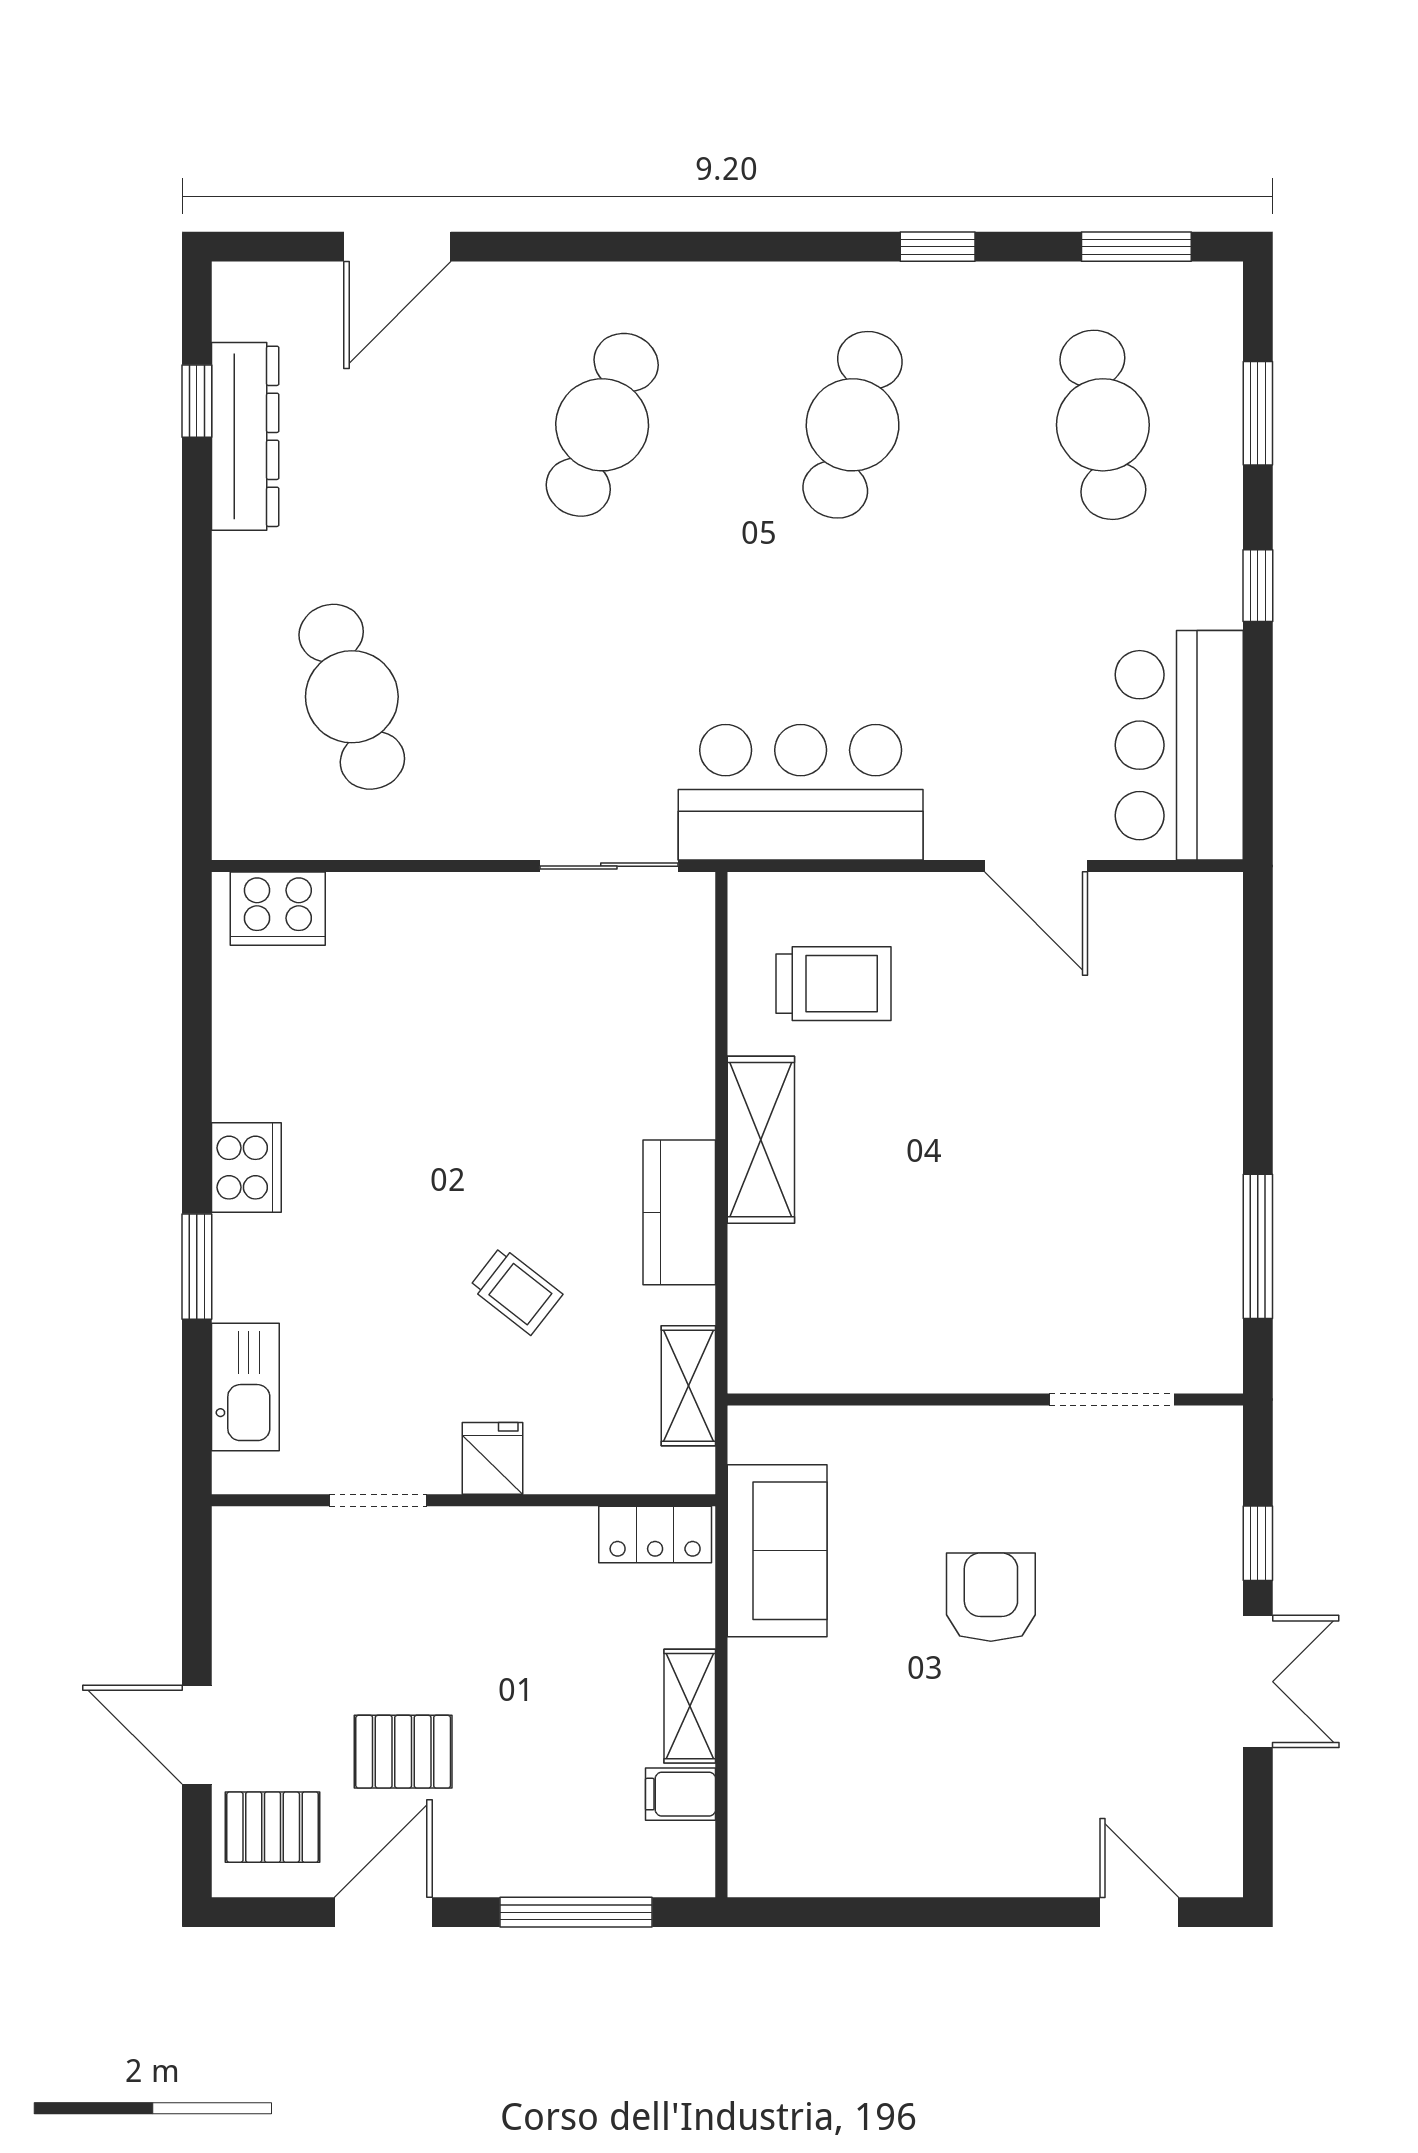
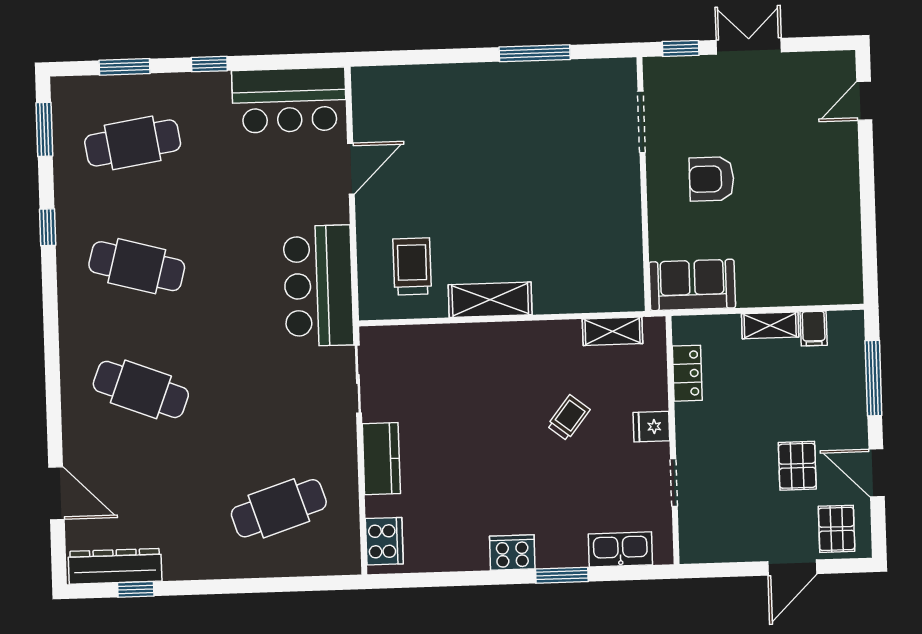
dresser: (245, 436) -> (115, 566), moved
kitchen counter: (679, 1212) -> (381, 459), moved, turned -90
wall: (985, 1399) -> (644, 184), moved
doorway: (1112, 1399) -> (641, 122), moved
locker: (655, 1535) -> (687, 373), moved

